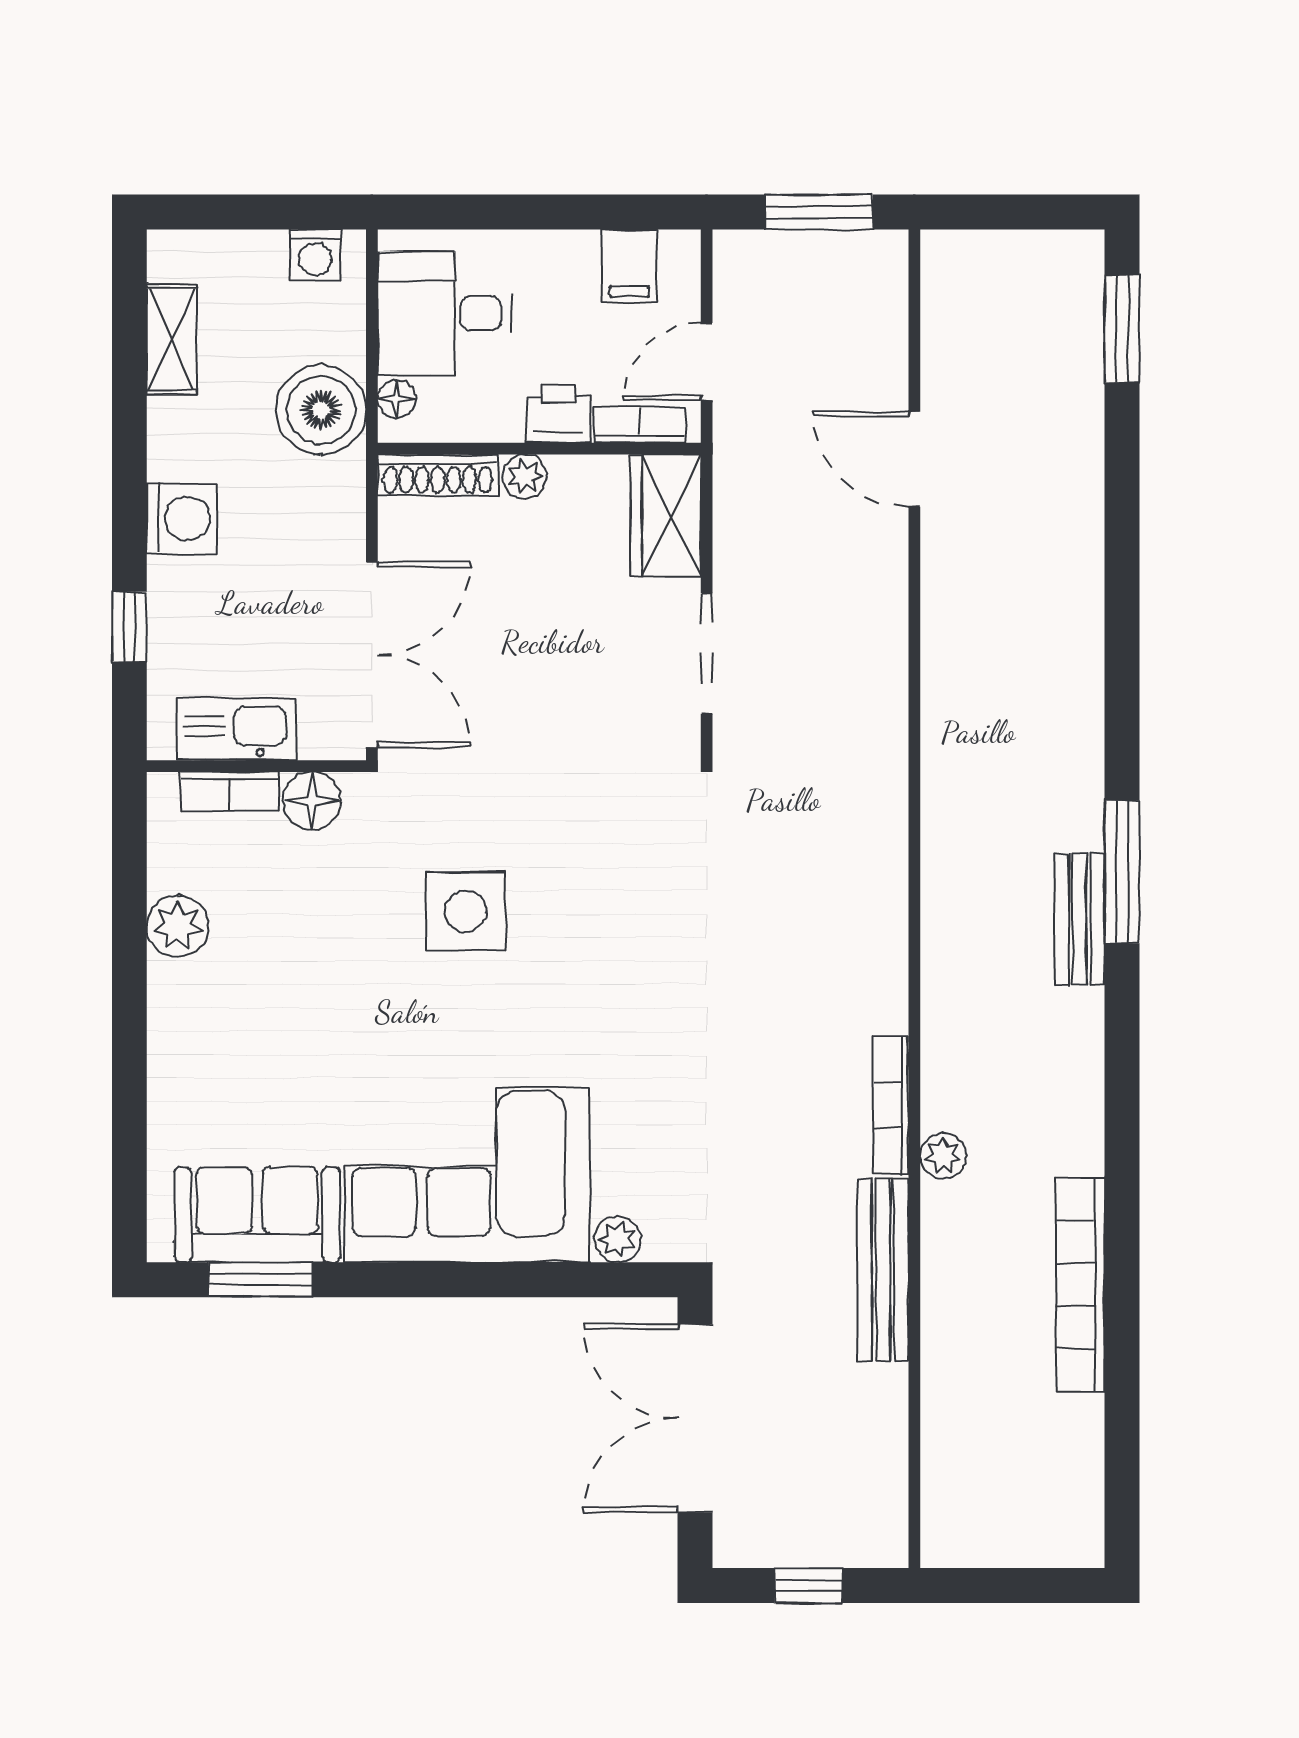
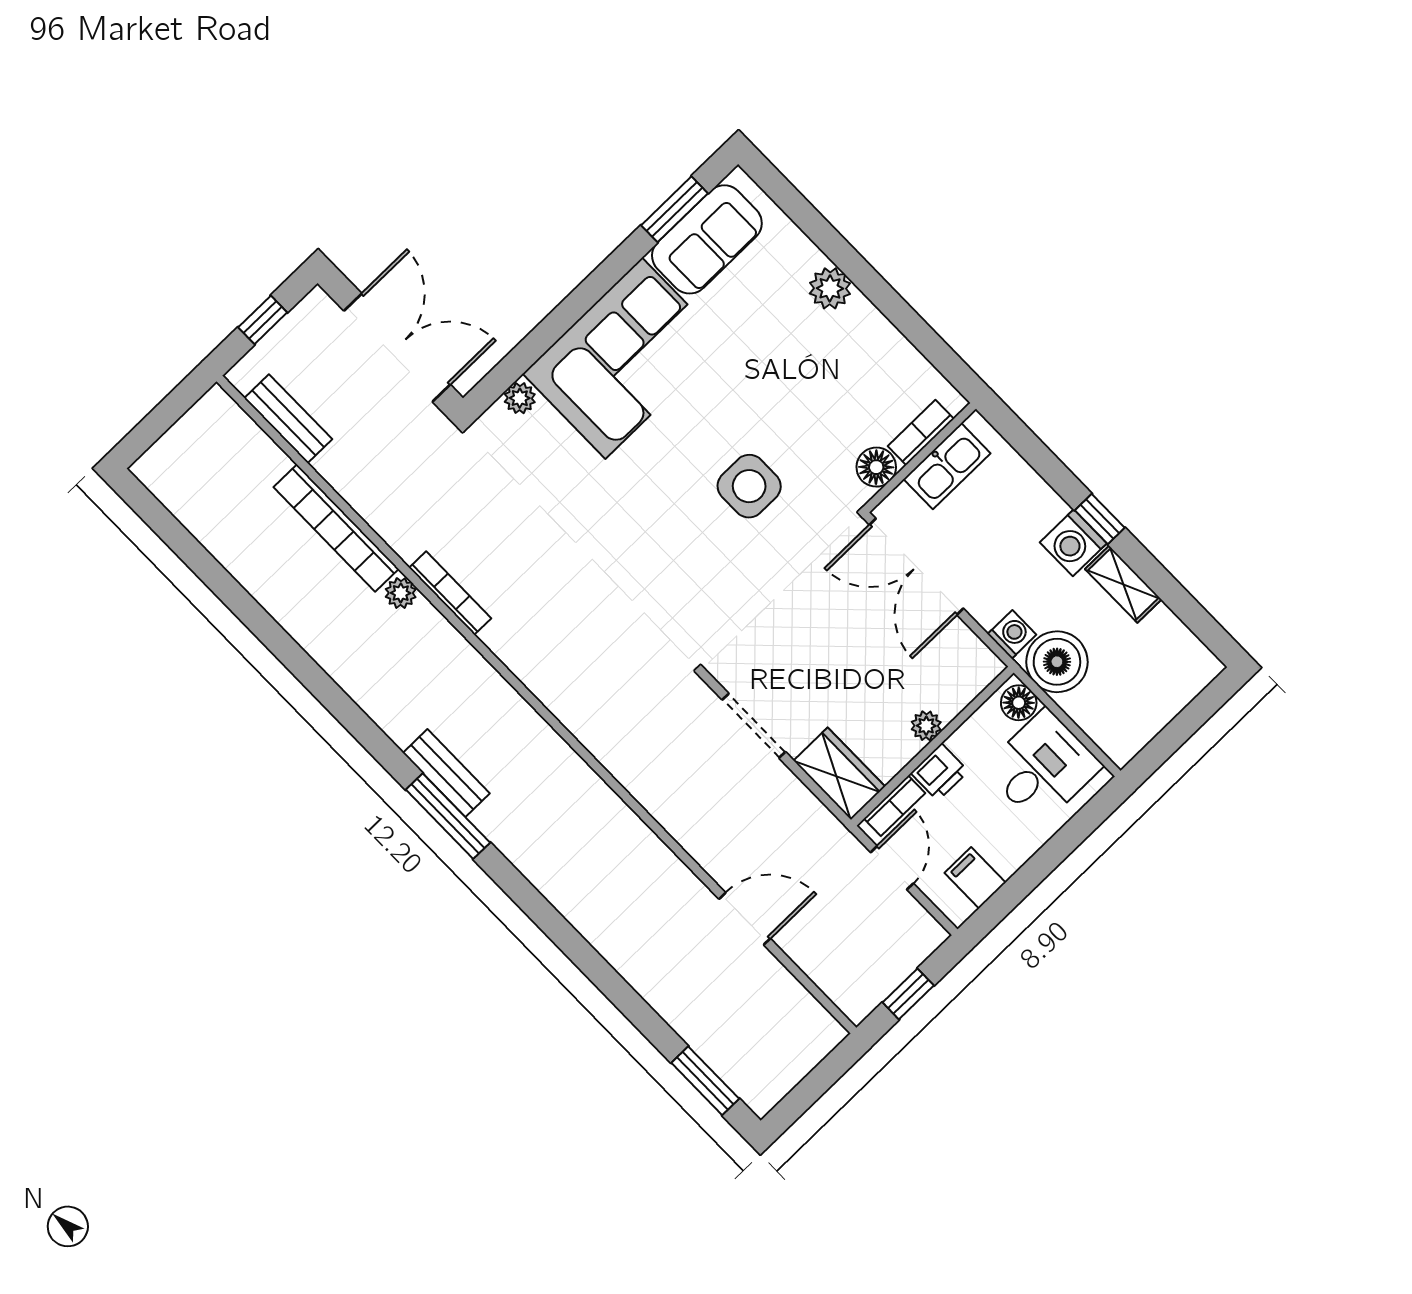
window: (819, 212) -> (908, 994), width x0.67
washing machine: (315, 255) -> (1012, 634), moved, turned 90
shelving: (172, 339) -> (1123, 584), moved
floor lamp: (396, 399) -> (1019, 703), width x1.37, depth x1.37
shoe rack: (438, 475) -> (969, 685), removed
window: (129, 627) -> (1100, 519), moved
plant: (178, 926) -> (830, 288), moved
bench: (883, 1270) -> (288, 419), moved, width x0.73
bookcase: (1080, 1285) -> (336, 528), moved, turned 180

